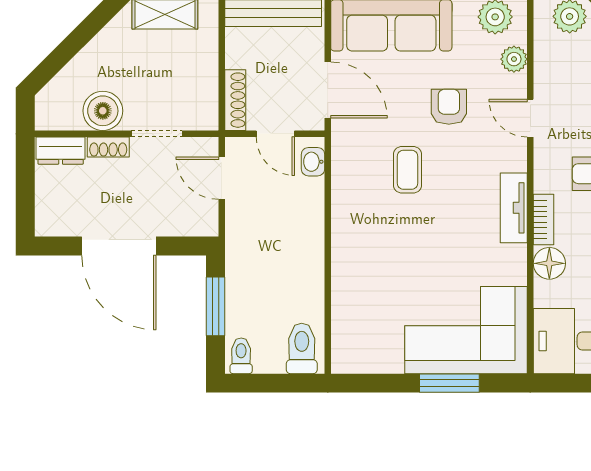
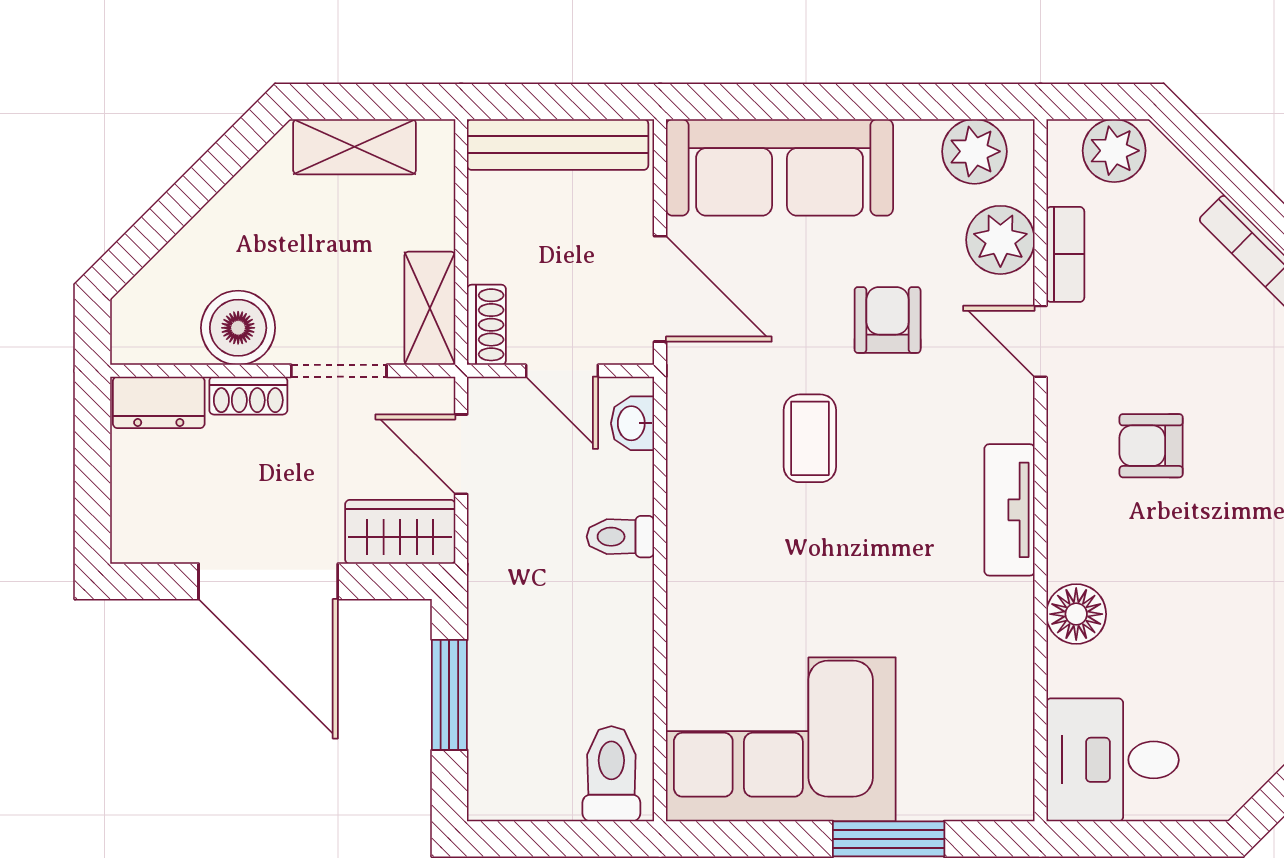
plant: (514, 59) -> (1000, 240), width x1.38, depth x1.38
shelving: (205, 100) -> (430, 308), added
shoe rack: (235, 100) -> (486, 325), width x0.70
wardrobe: (189, 220) -> (400, 532), added
bookcase: (544, 220) -> (1065, 254), moved
corner sofa: (466, 330) -> (781, 739), moved
toilet: (241, 356) -> (620, 537), moved, turned -90

